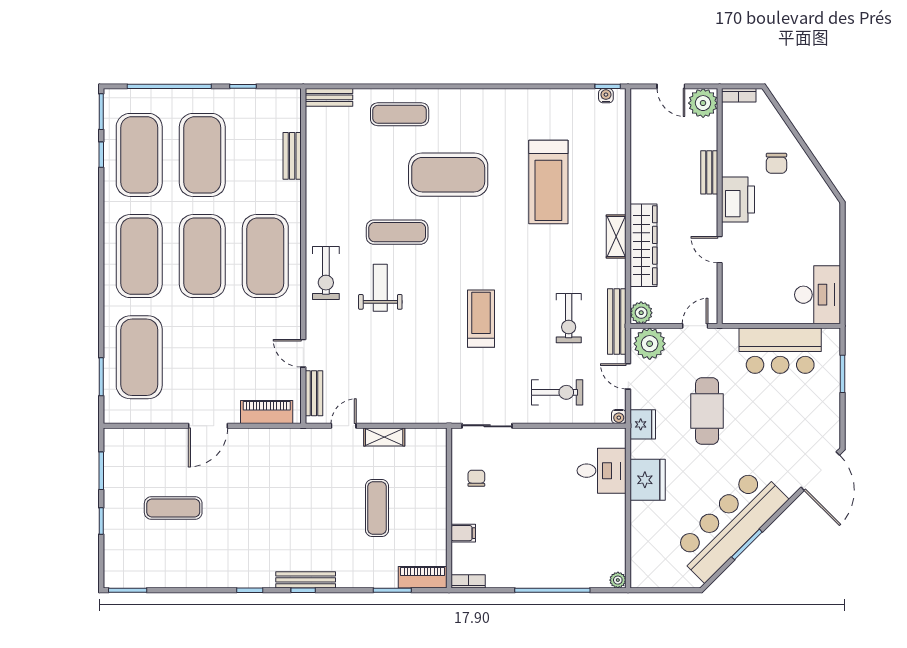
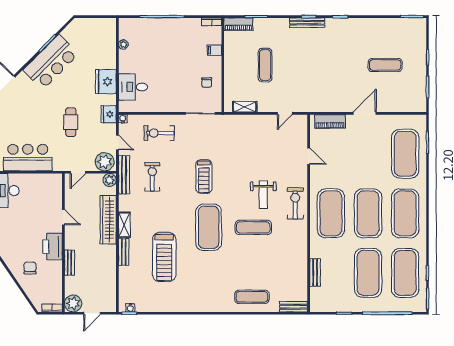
door: (671, 86) -> (92, 313), swing flipped
exercise mat: (448, 175) -> (209, 227), moved, turned 90
treadmill: (548, 182) -> (164, 257), turned 180
bench: (314, 393) -> (124, 252), moved
cafe table: (707, 411) -> (71, 122), width x0.73, depth x0.74
shelving: (384, 437) -> (245, 107), moved
bar counter: (730, 524) -> (51, 62), width x0.73
plant: (618, 580) -> (123, 45), moved

